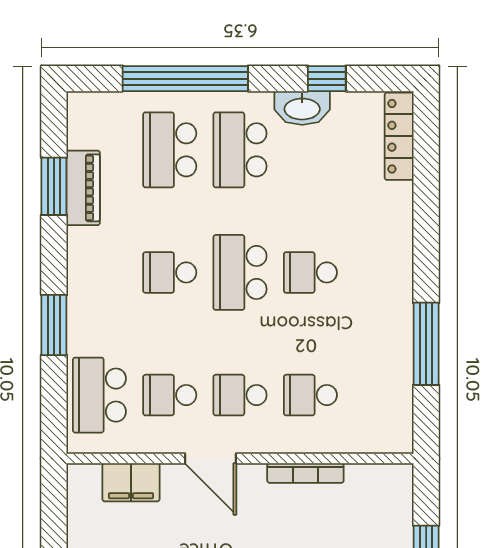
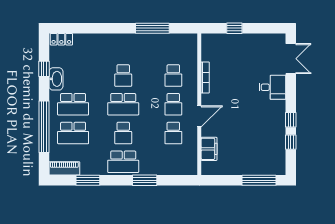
locker: (399, 136) -> (61, 39), width x0.66
piano: (83, 188) -> (64, 168), moved
school desk: (99, 395) -> (123, 162), moved

